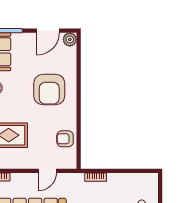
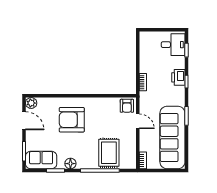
armchair: (49, 90) -> (72, 120), turned 180
armchair: (65, 139) -> (127, 106), moved

